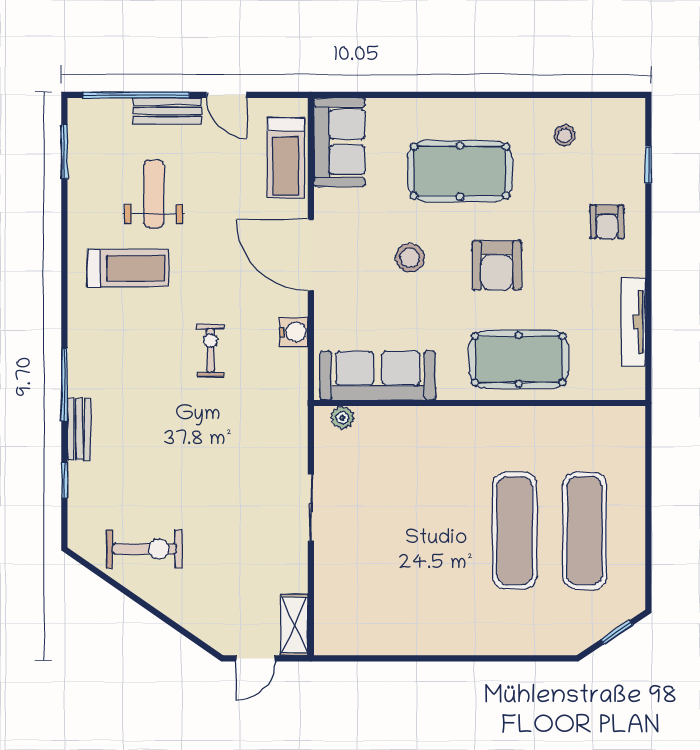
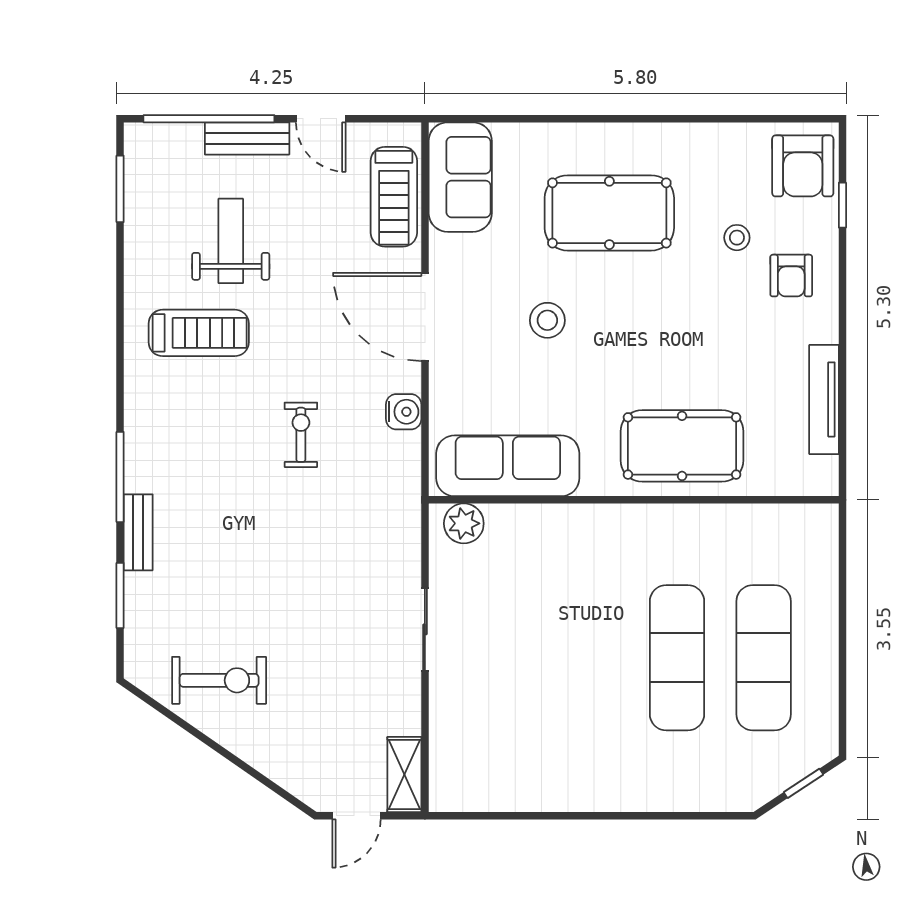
stool: (564, 135) -> (737, 238), moved
armchair: (497, 265) -> (803, 166), moved
plant: (342, 418) -> (464, 523), width x1.38, depth x1.38
window: (64, 480) -> (120, 595), width x1.50

